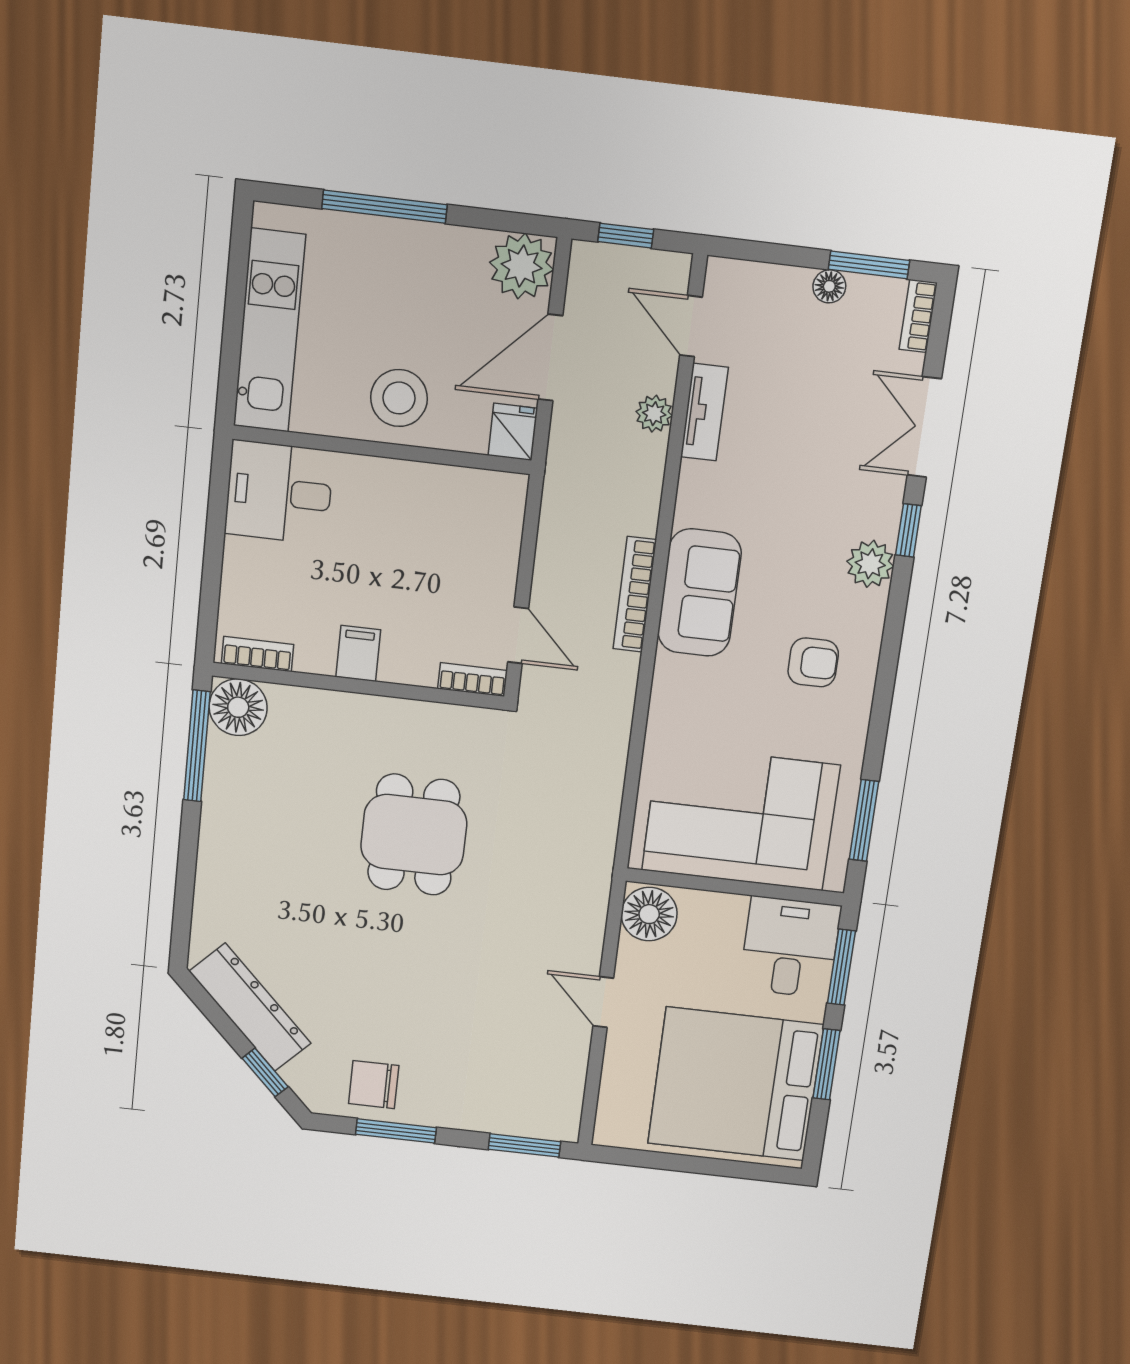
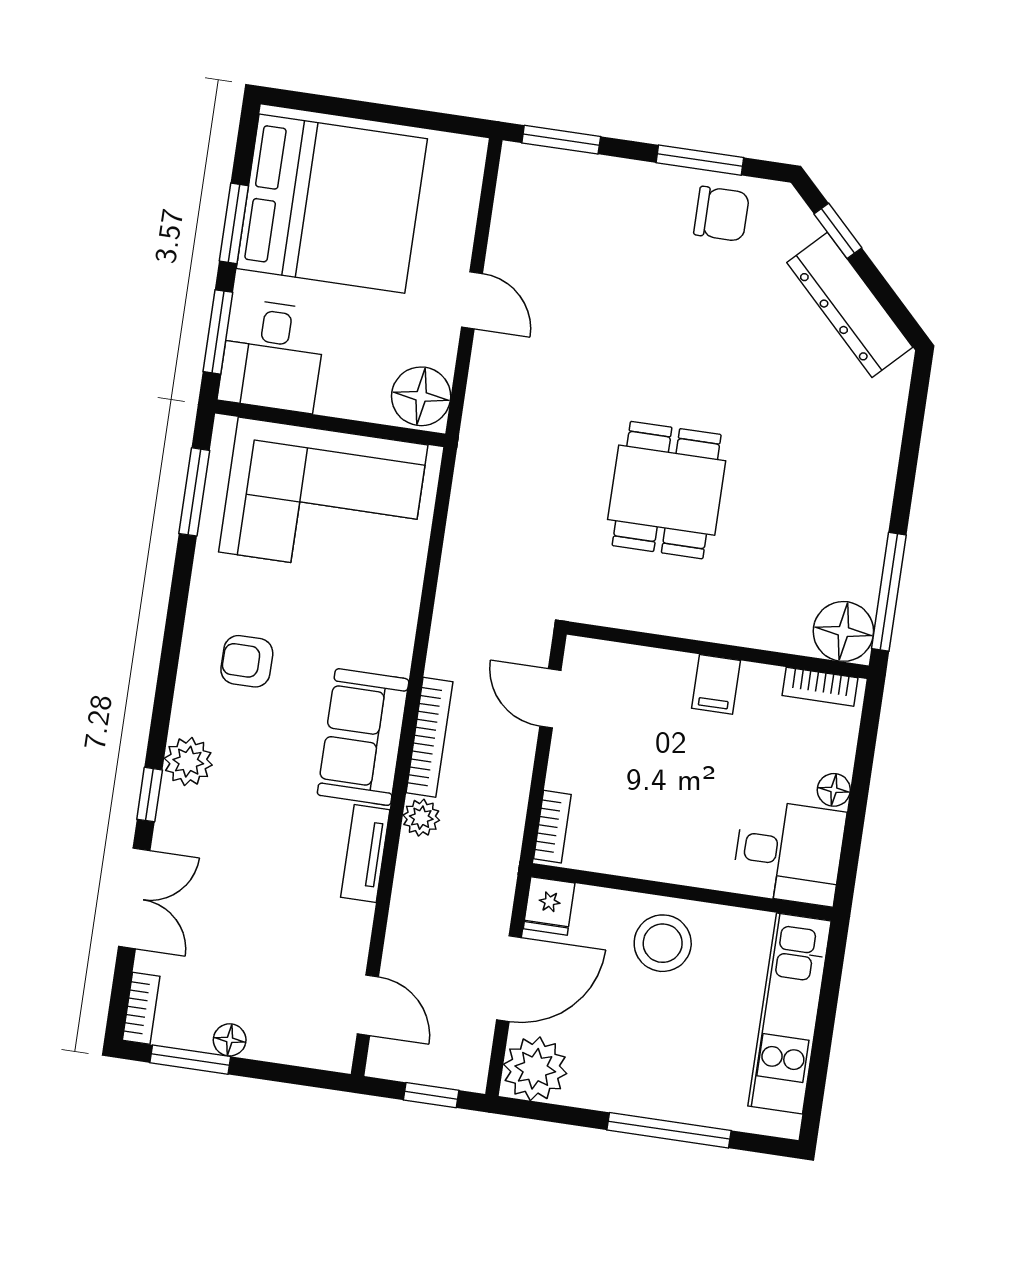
tv unit: (704, 412) -> (365, 853), moved
plant: (654, 414) -> (421, 818), moved
floor lamp: (238, 555) -> (834, 790), added
bookcase: (472, 680) -> (552, 827), moved, turned -90

